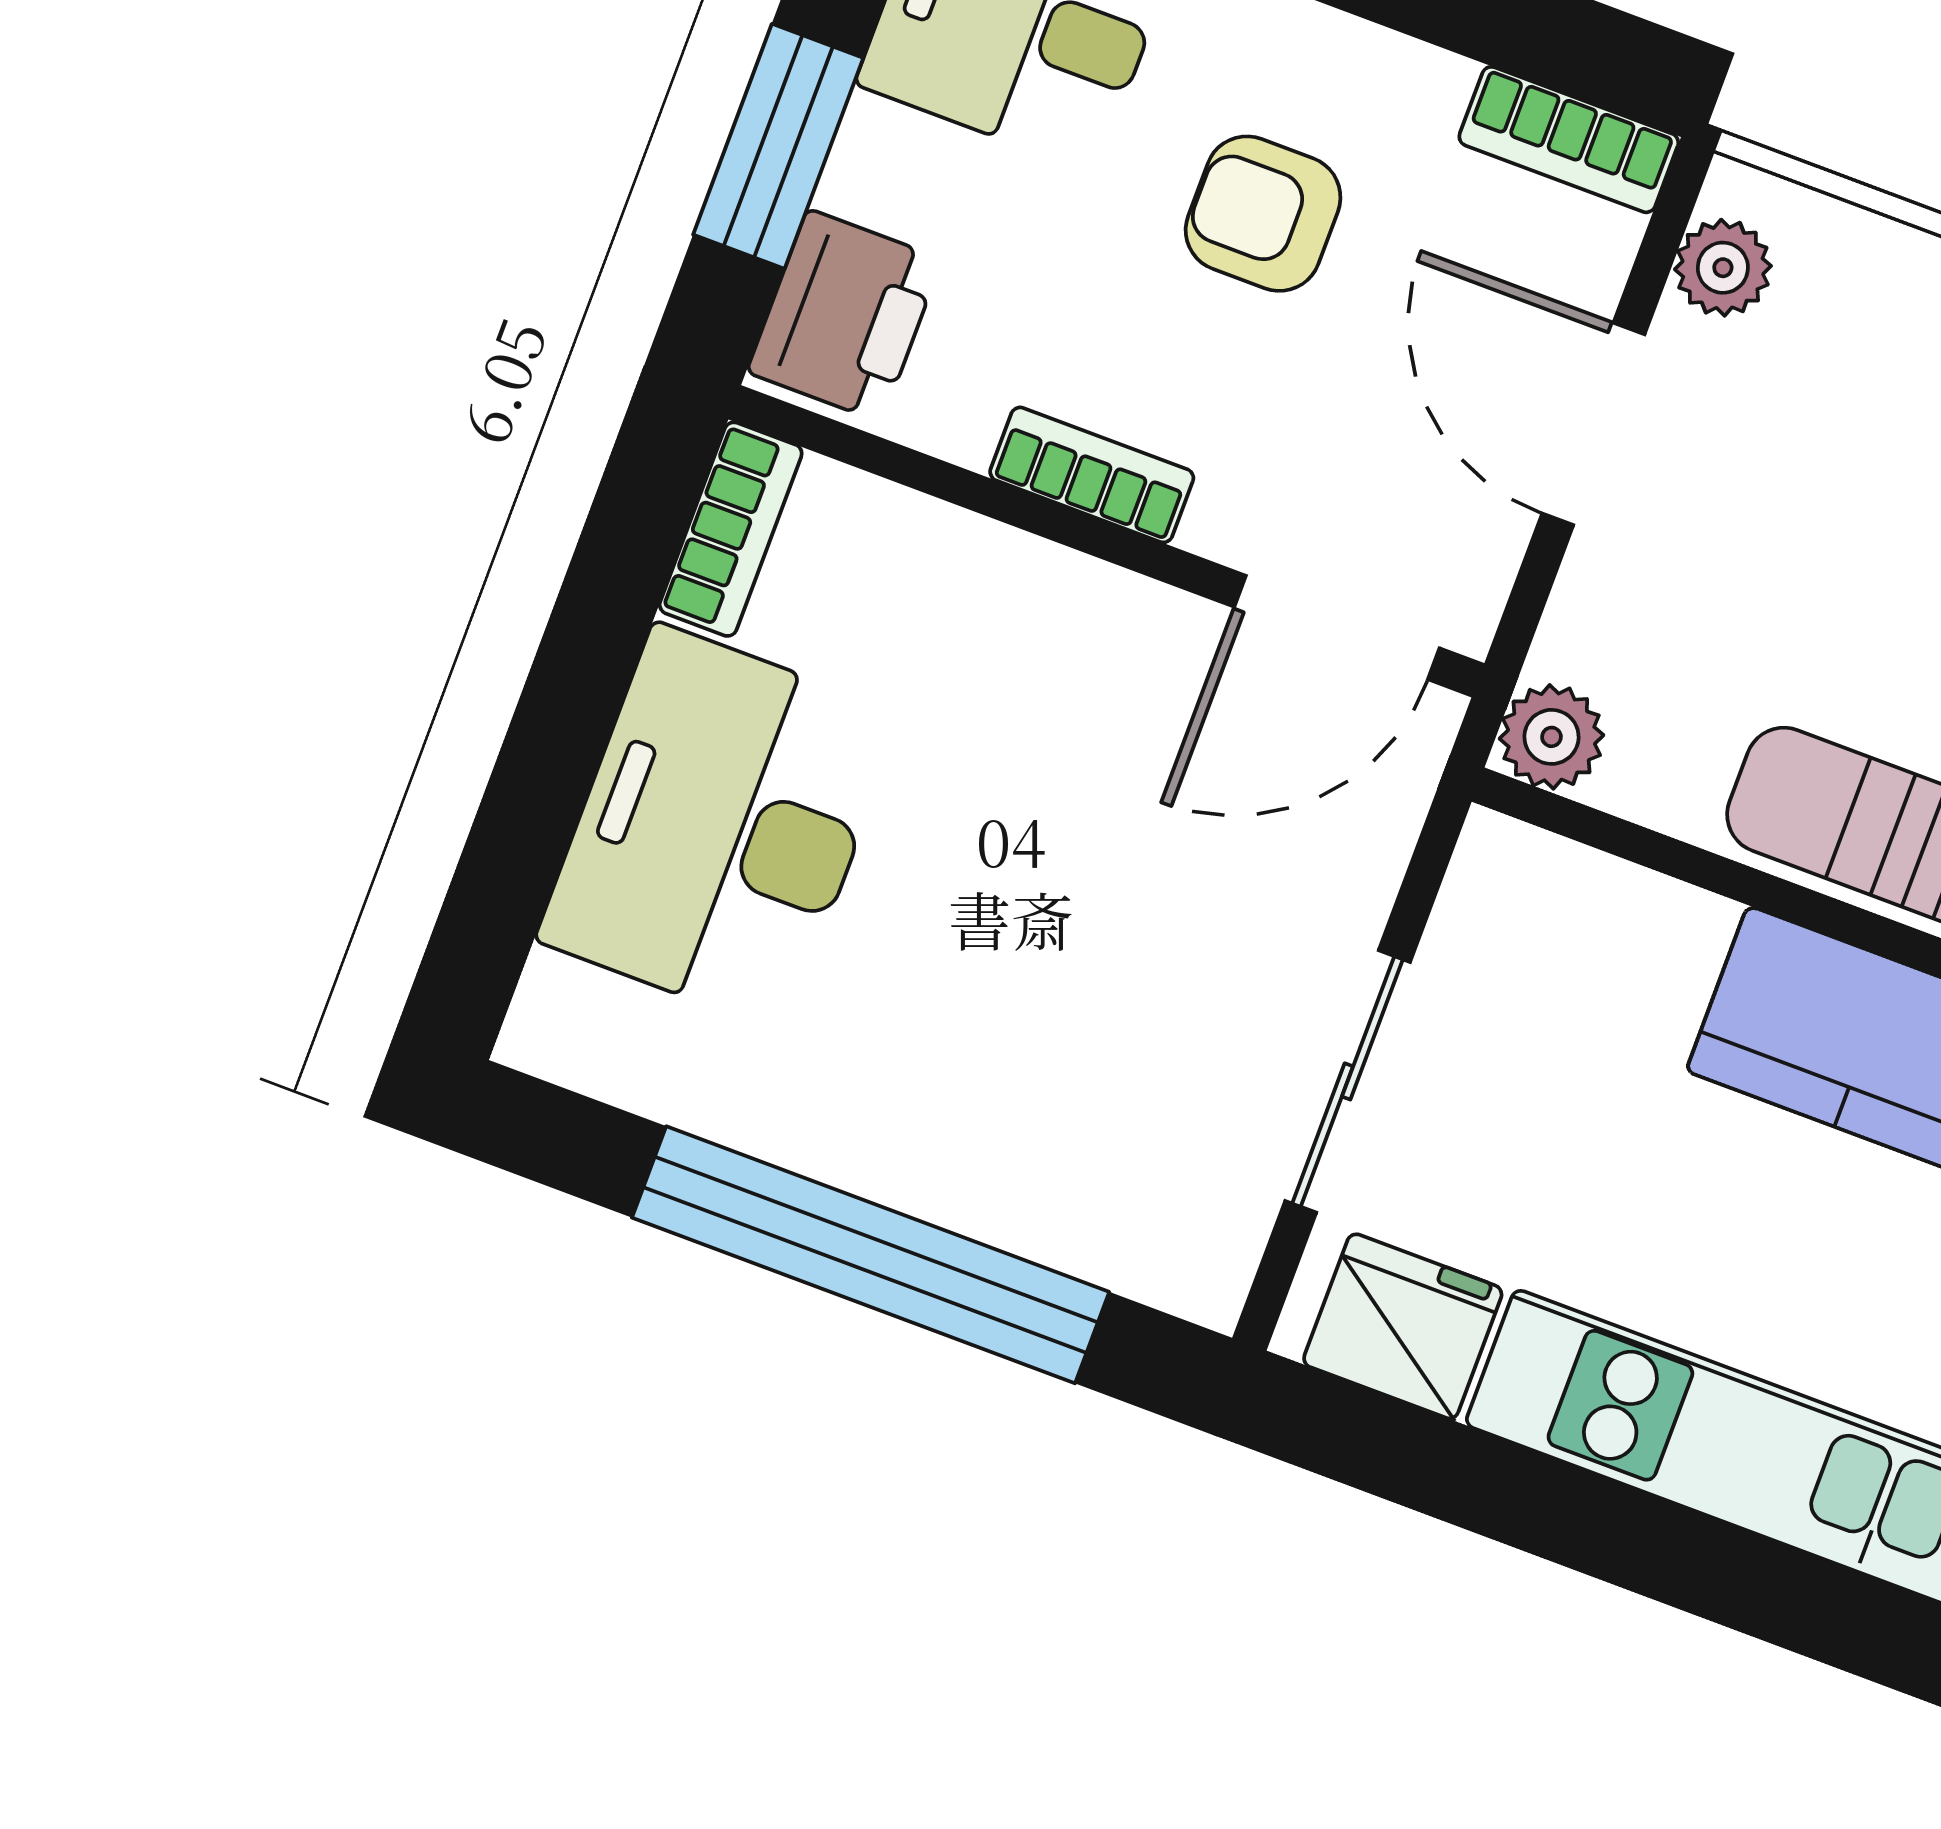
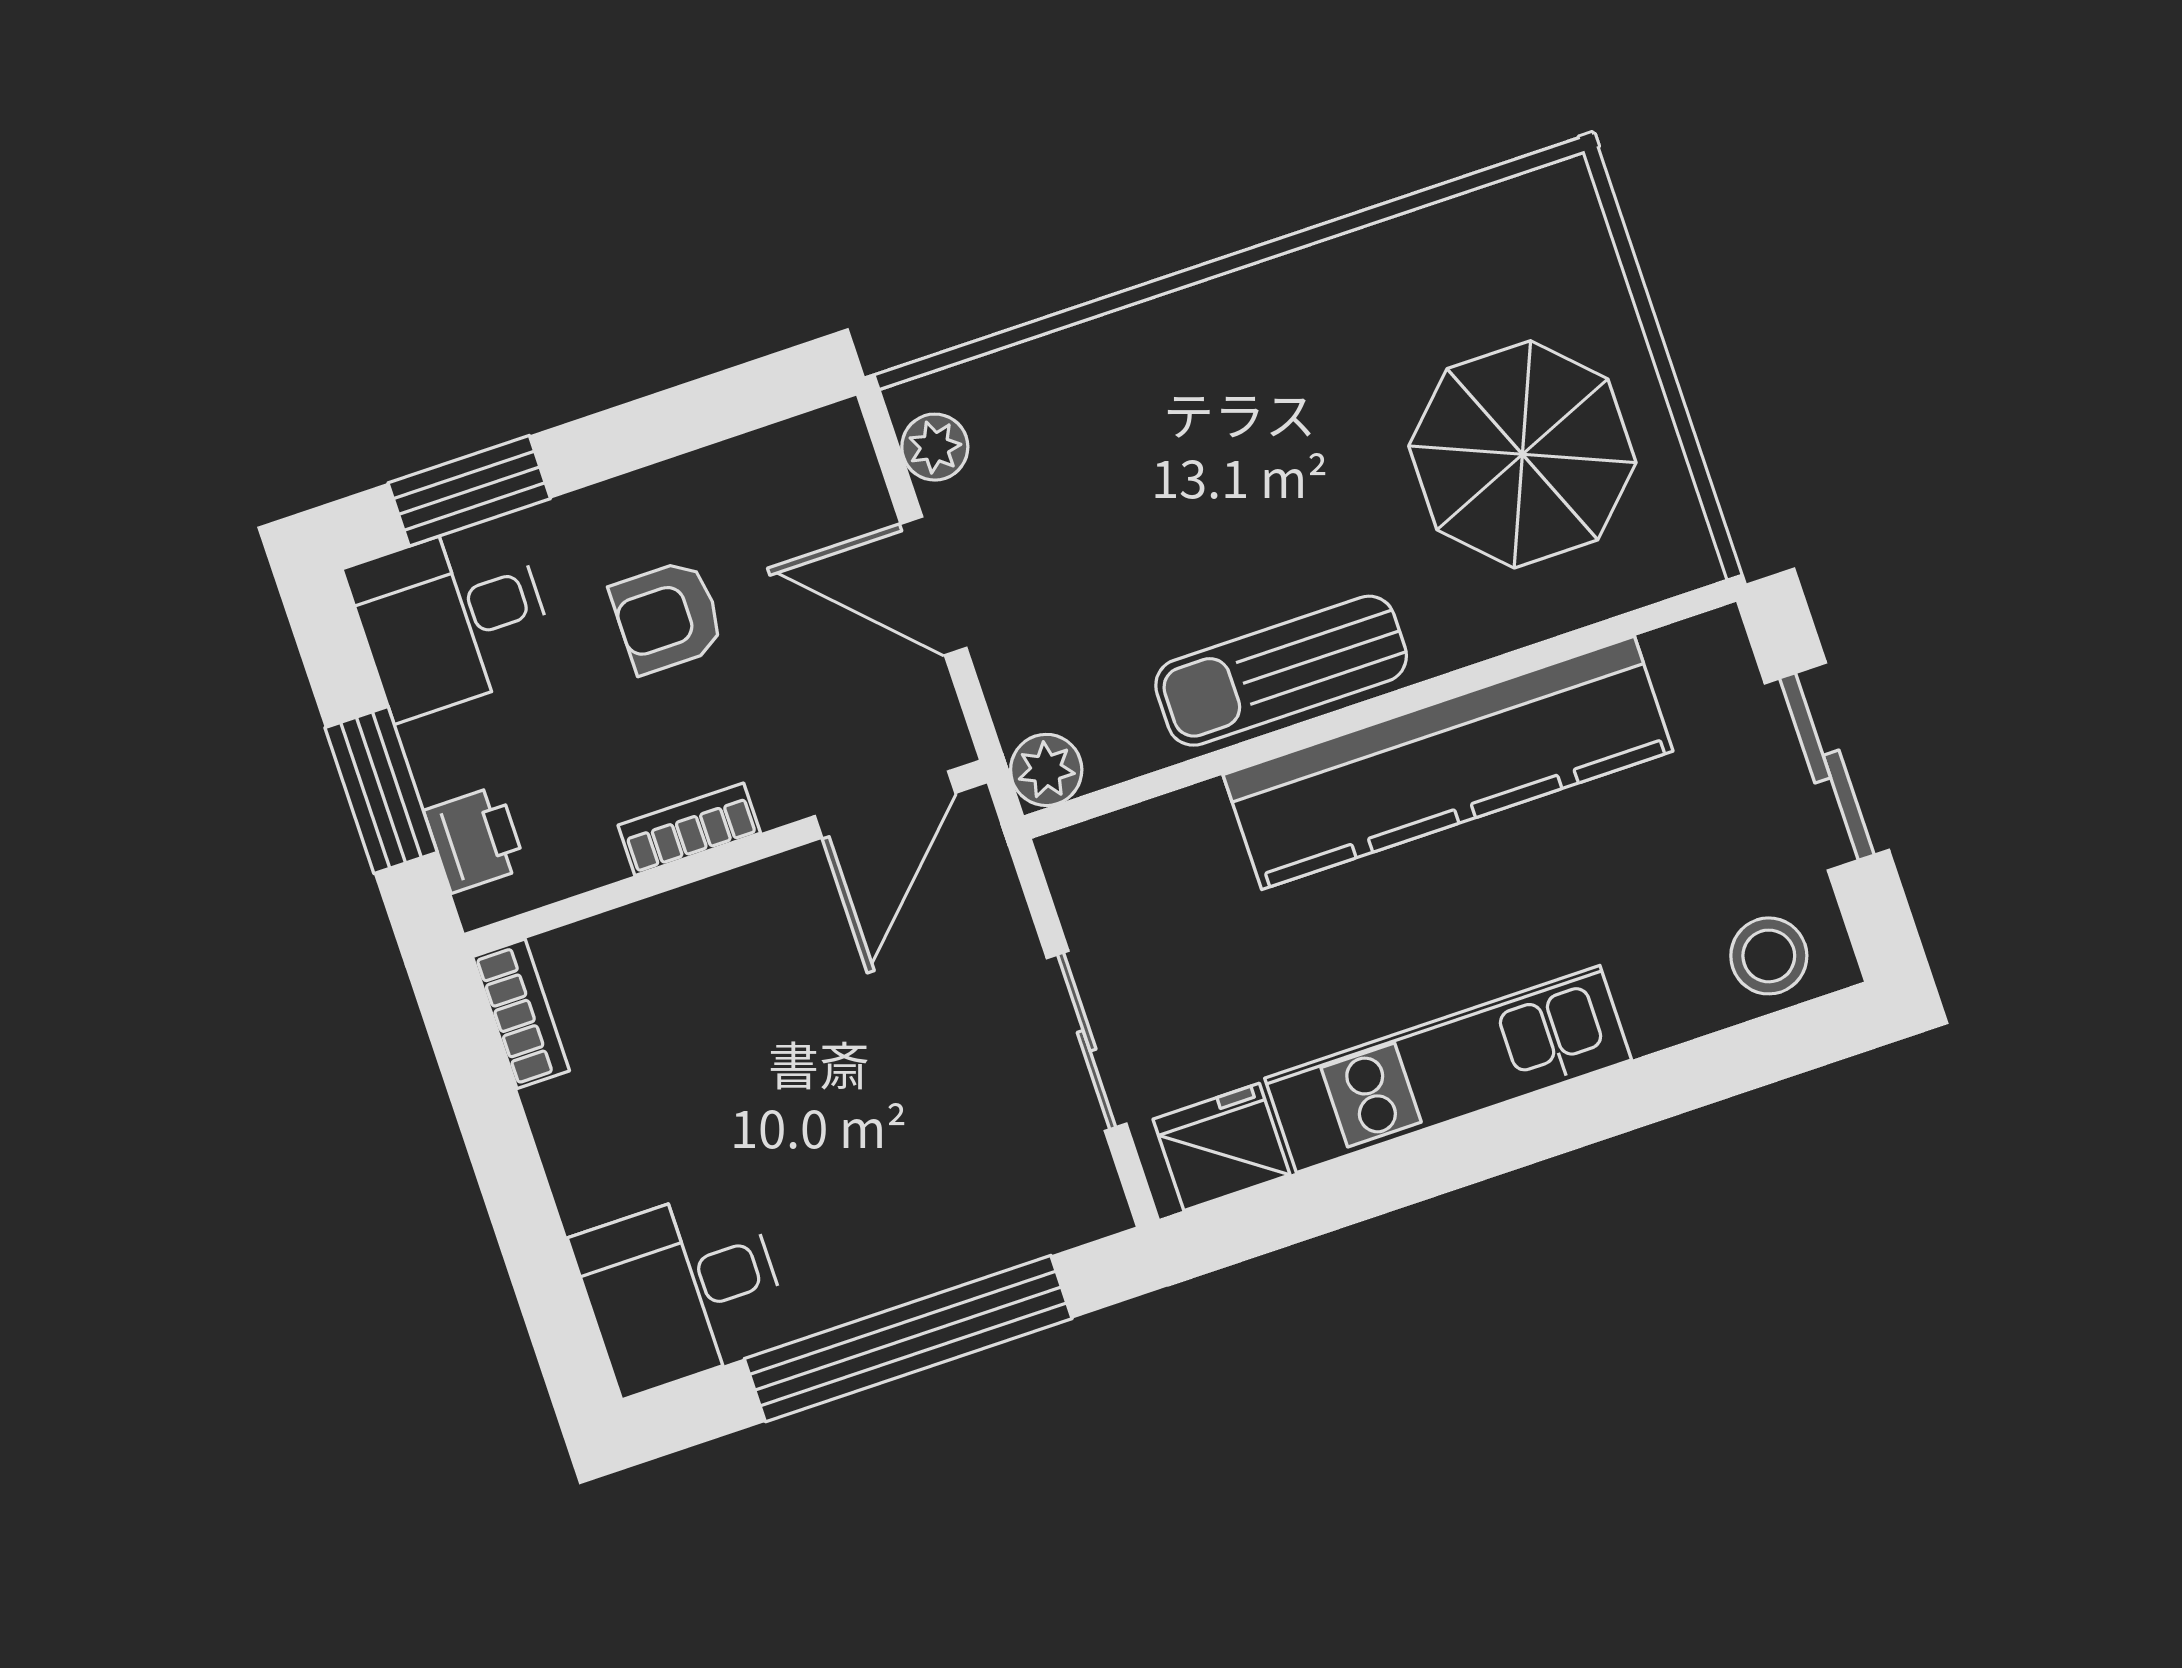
bookcase: (1569, 140) -> (798, 445), removed
printer: (844, 315) -> (475, 839), width x0.73, depth x0.81
desk: (720, 827) -> (682, 1289), moved, width x0.73

